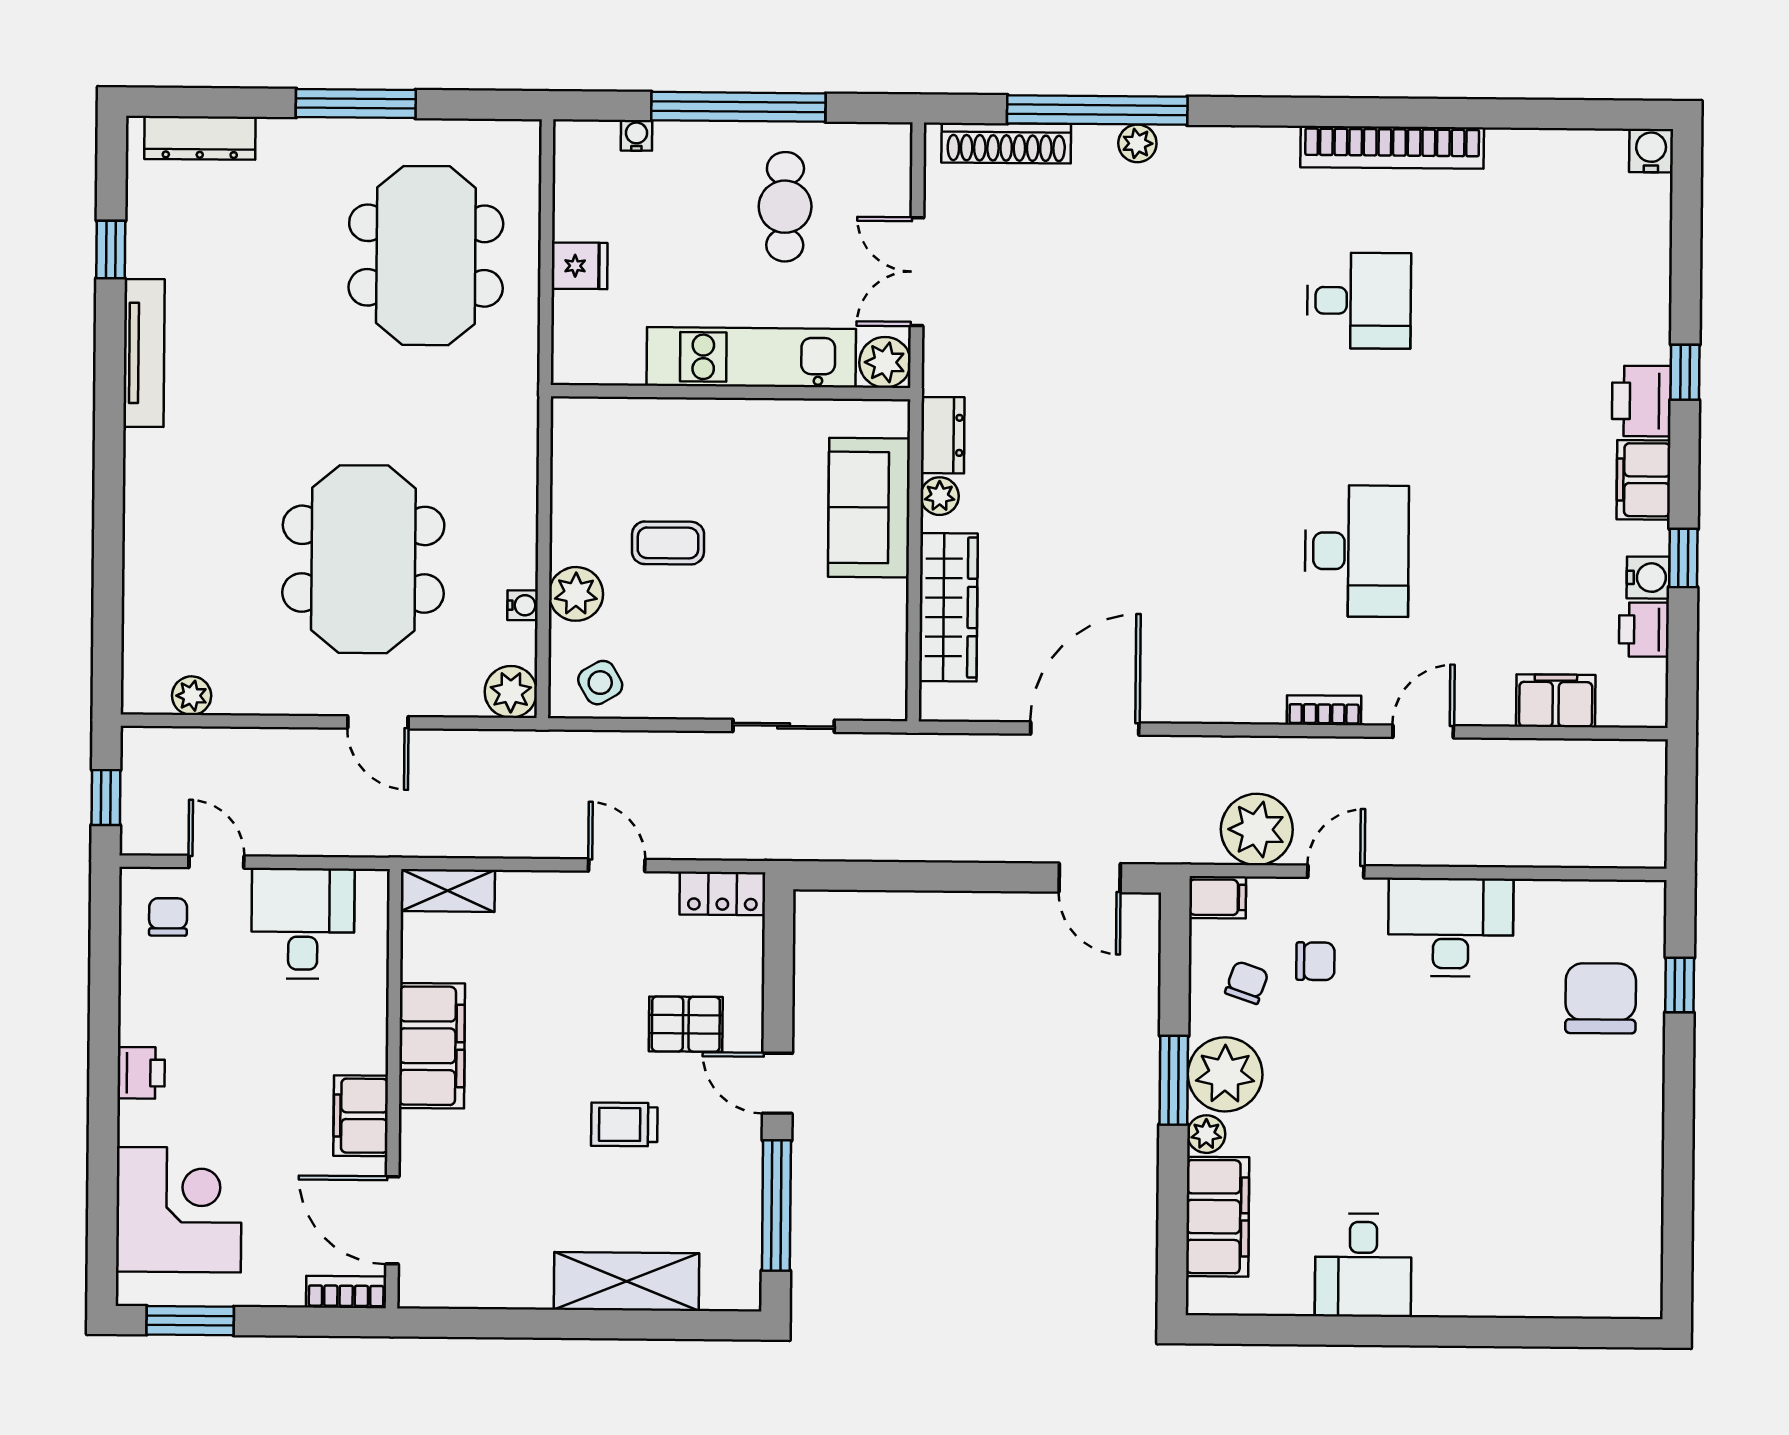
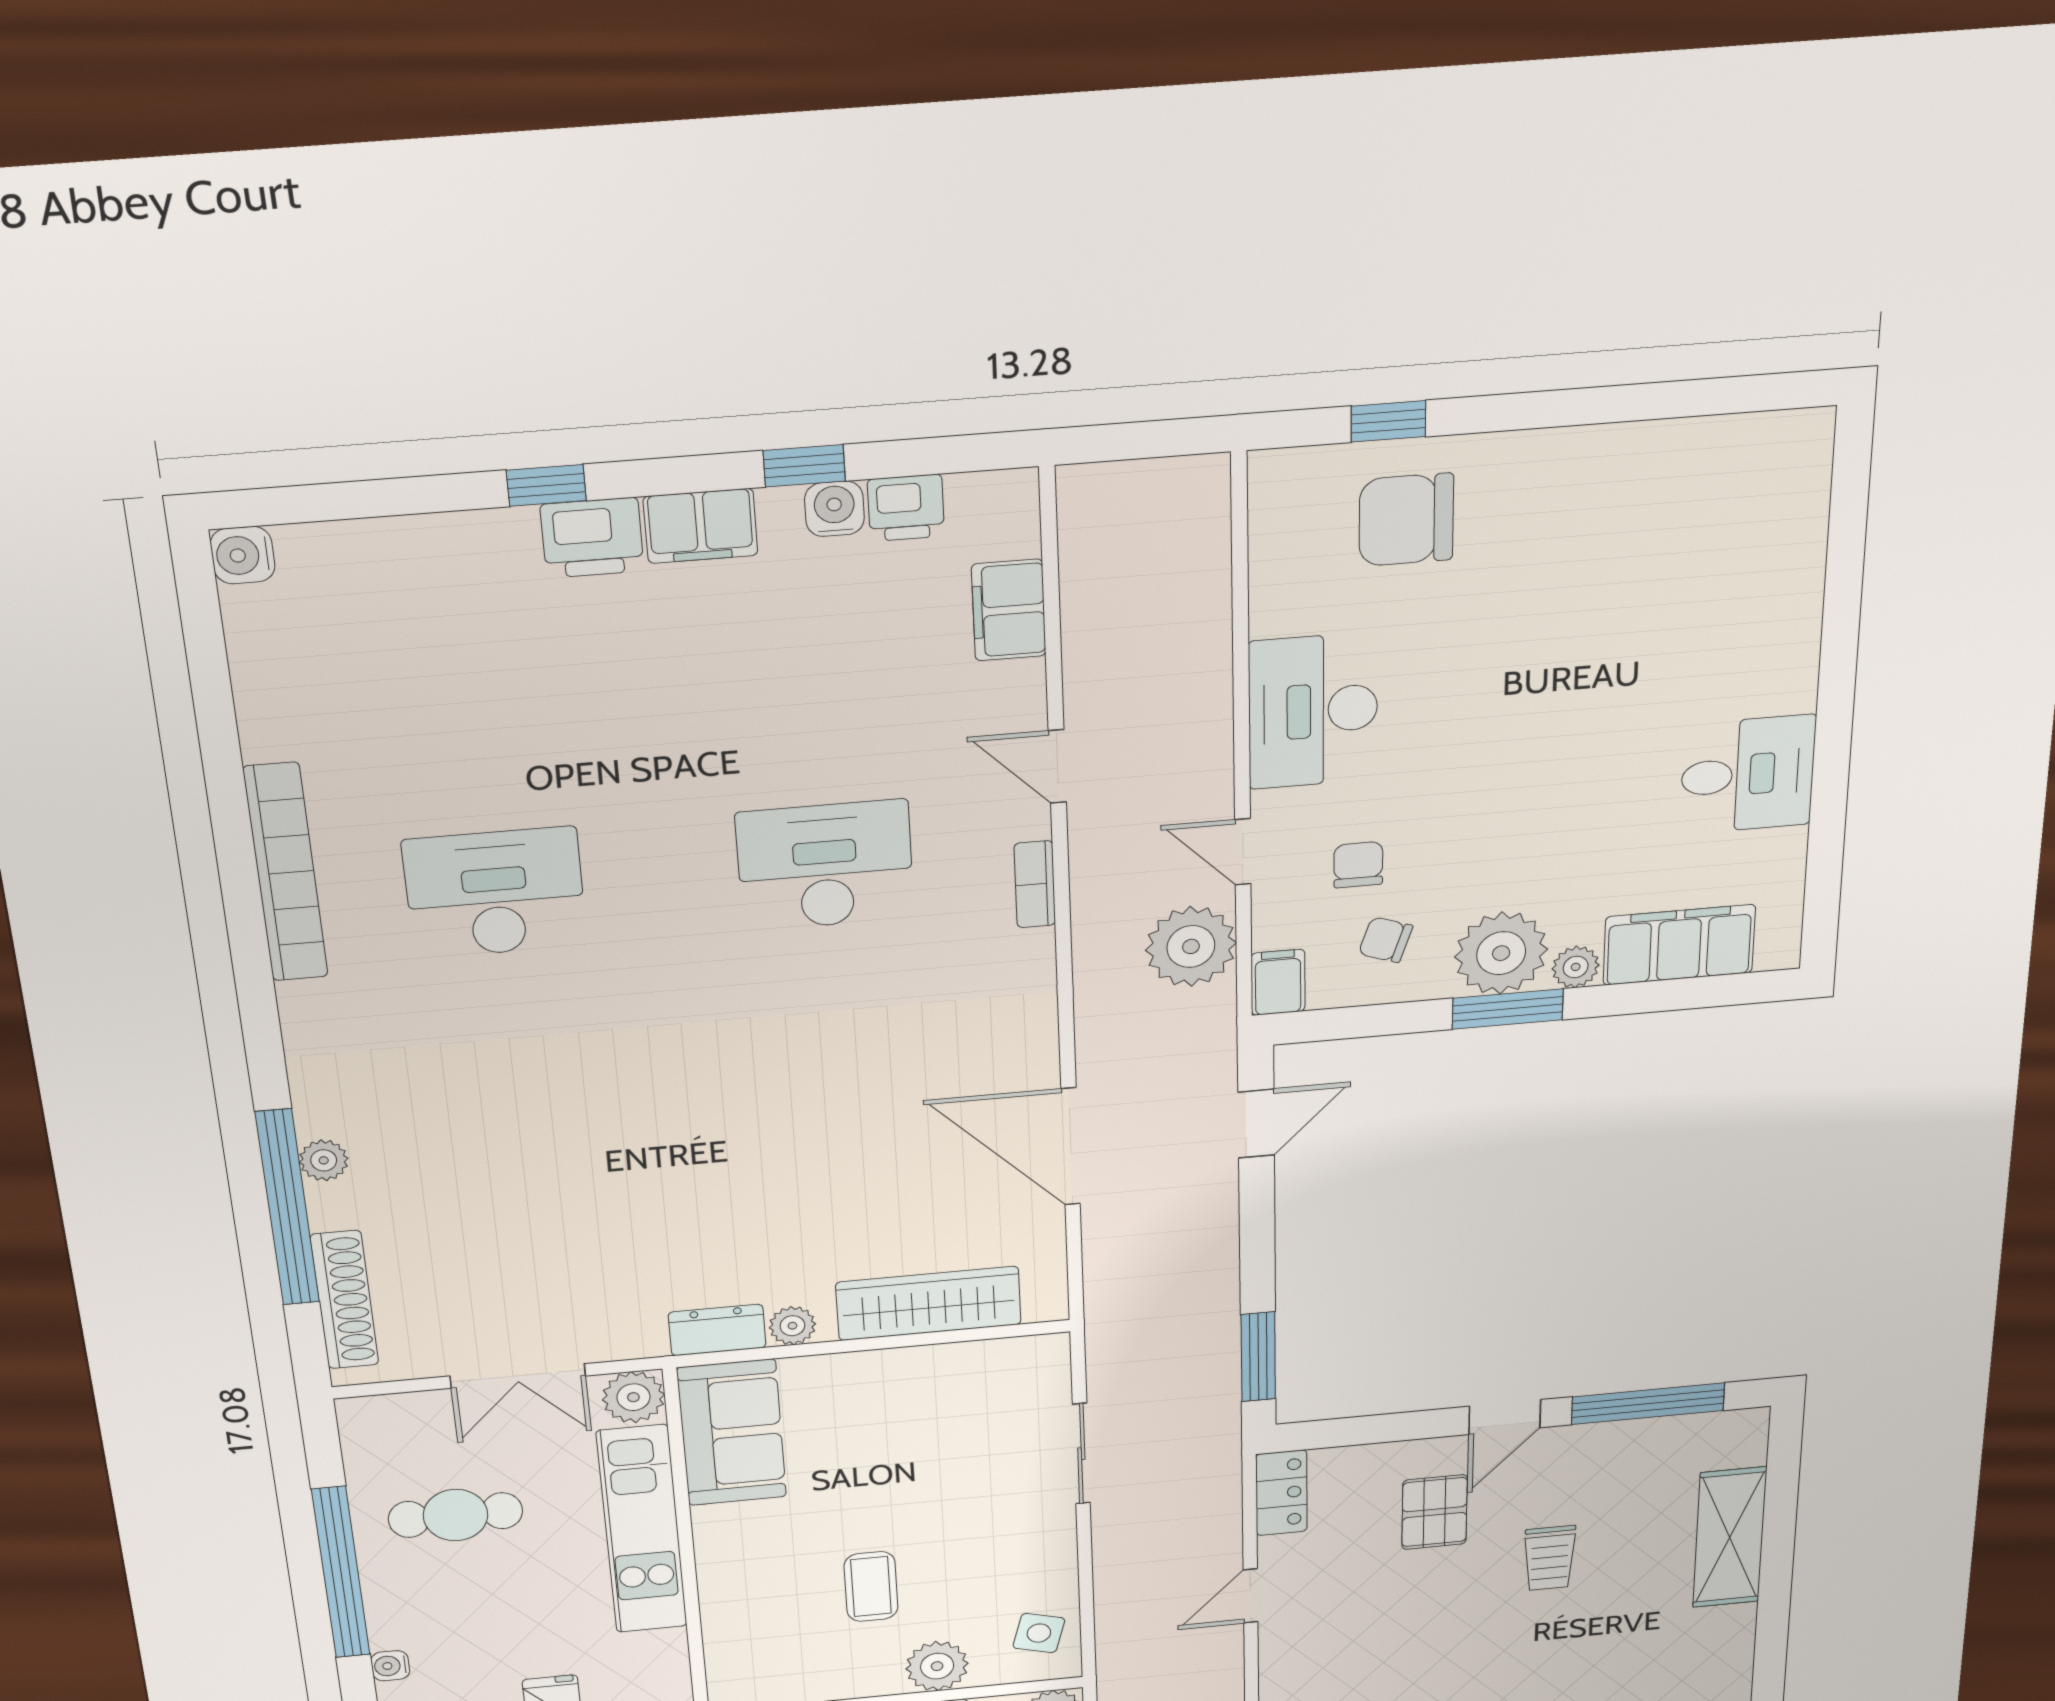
desk: (1359, 301) -> (495, 893), width x1.37
sofa: (869, 508) -> (732, 1433), moved, turned -90
side table: (600, 683) -> (1039, 1633), turned 45
window: (864, 876) -> (1258, 1357), added

